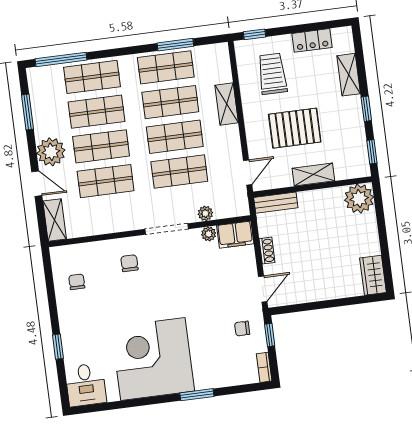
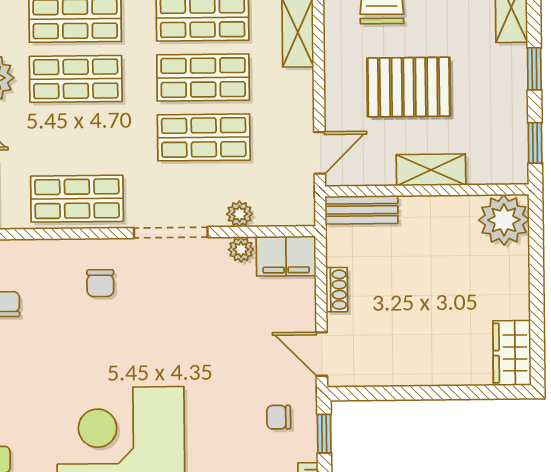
shop shelf: (106, 181) -> (77, 199), moved
chair: (129, 263) -> (100, 283), turned 180
door: (263, 289) -> (322, 354), swing flipped

